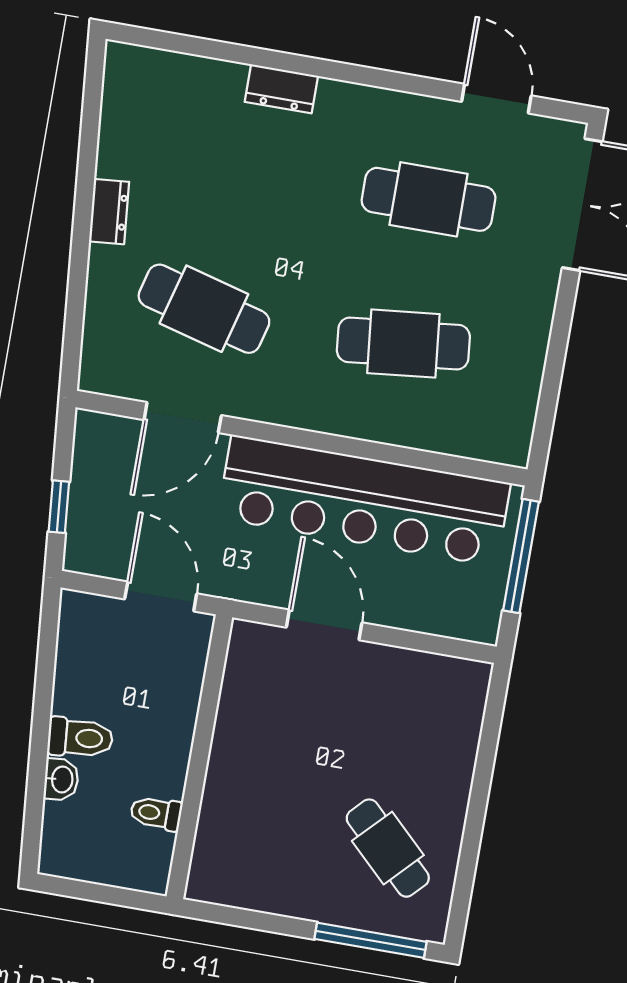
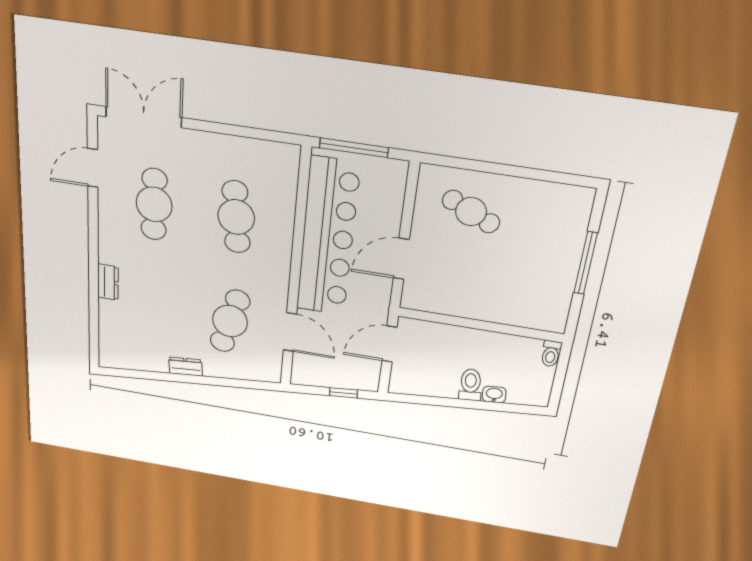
toilet: (156, 813) -> (551, 354), moved
cafe table: (388, 848) -> (471, 212), moved, turned 71
window: (370, 940) -> (586, 263), moved

